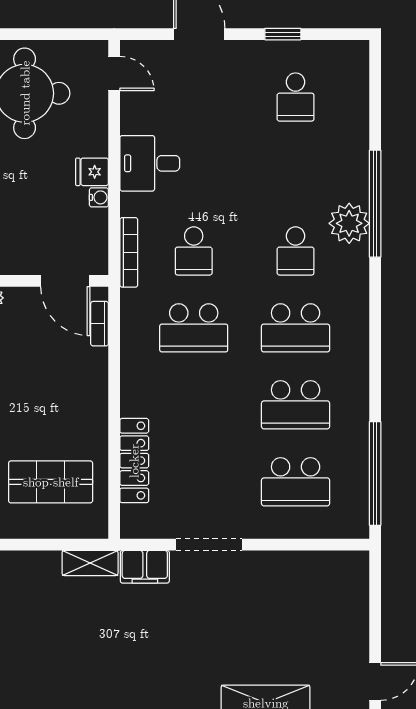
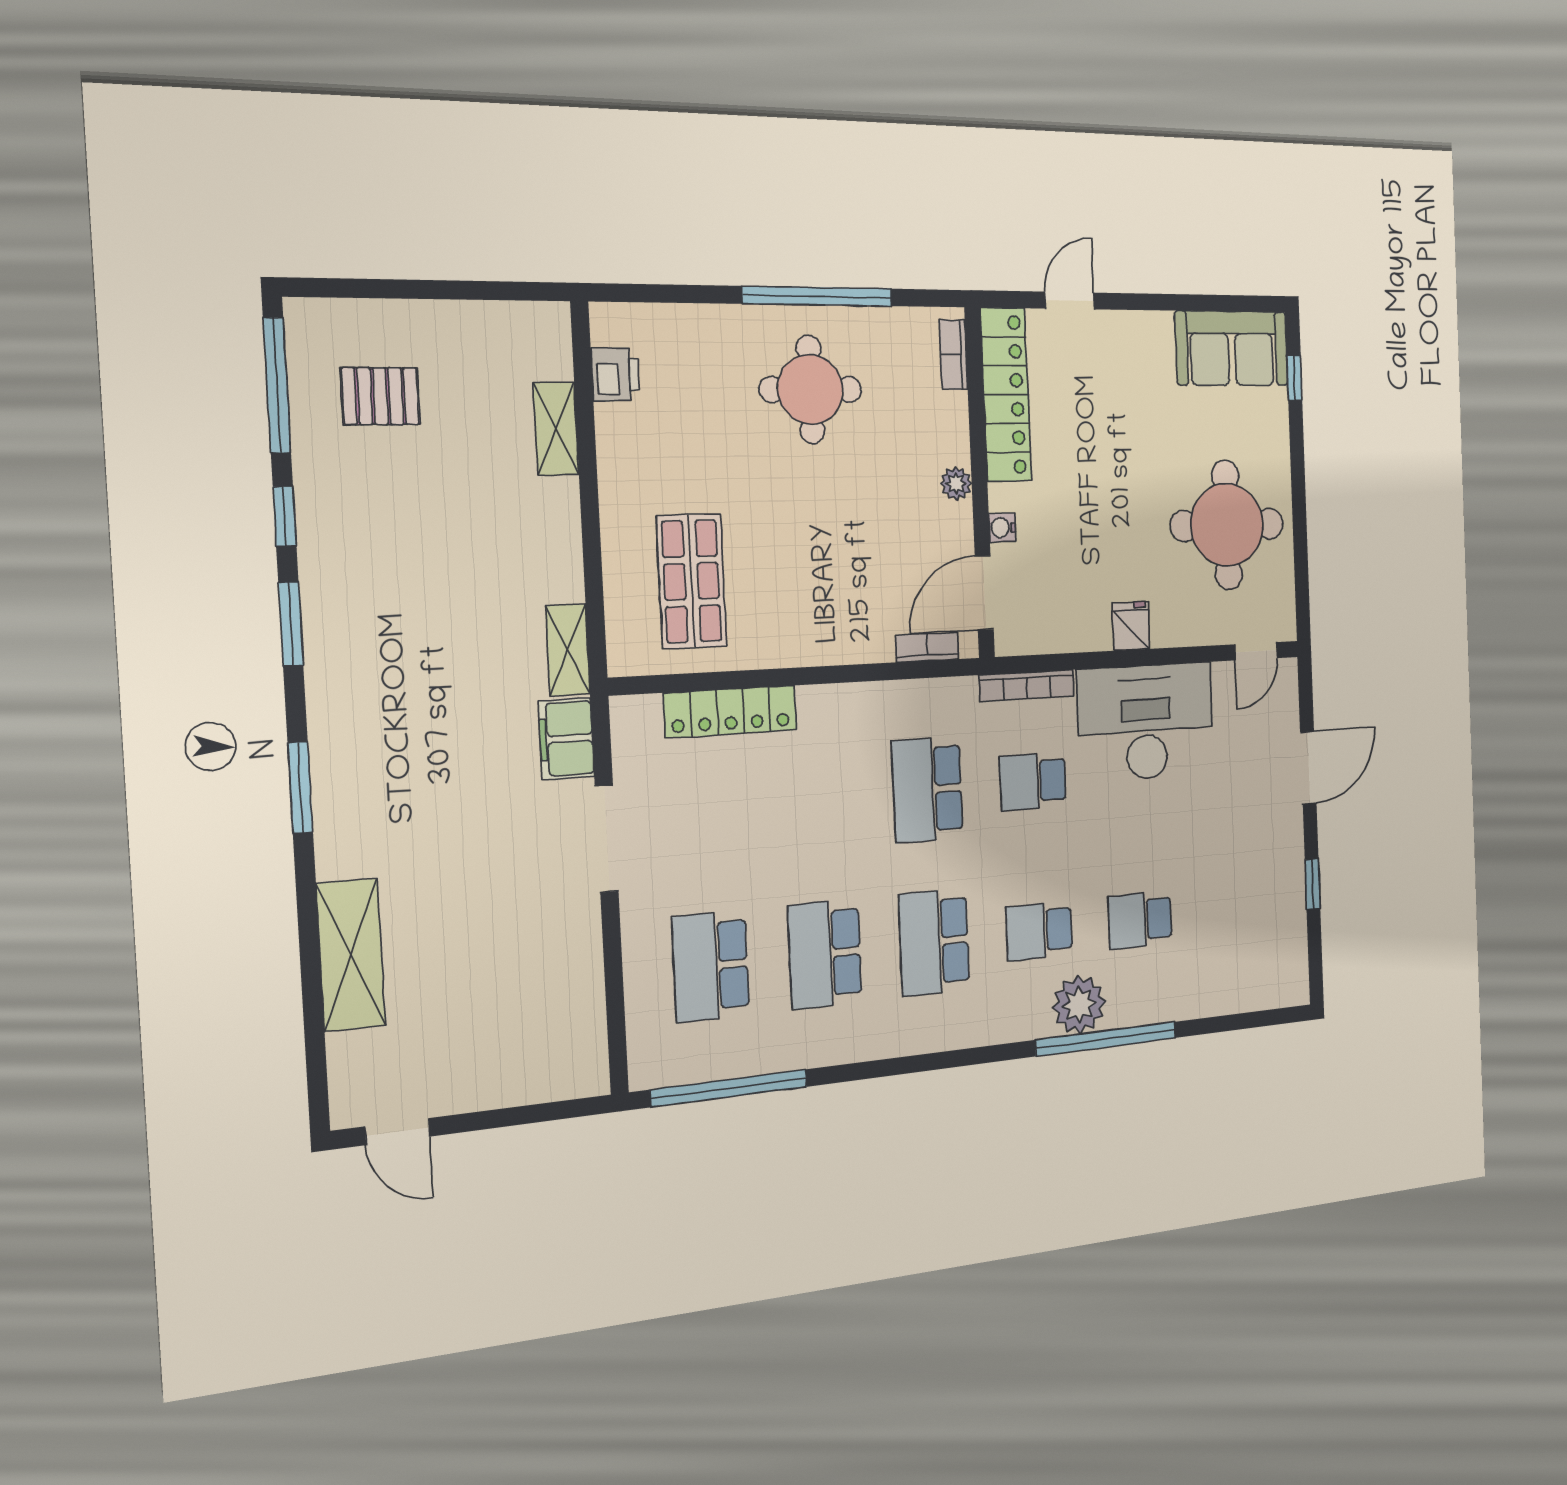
school desk: (296, 97) -> (1140, 920), moved
desk: (150, 163) -> (1146, 722), width x1.87, depth x1.30
water cooler: (99, 197) -> (1002, 528), moved, turned 90

